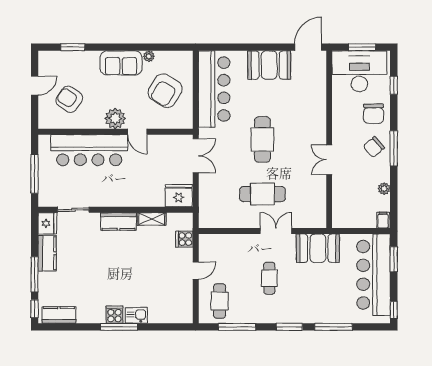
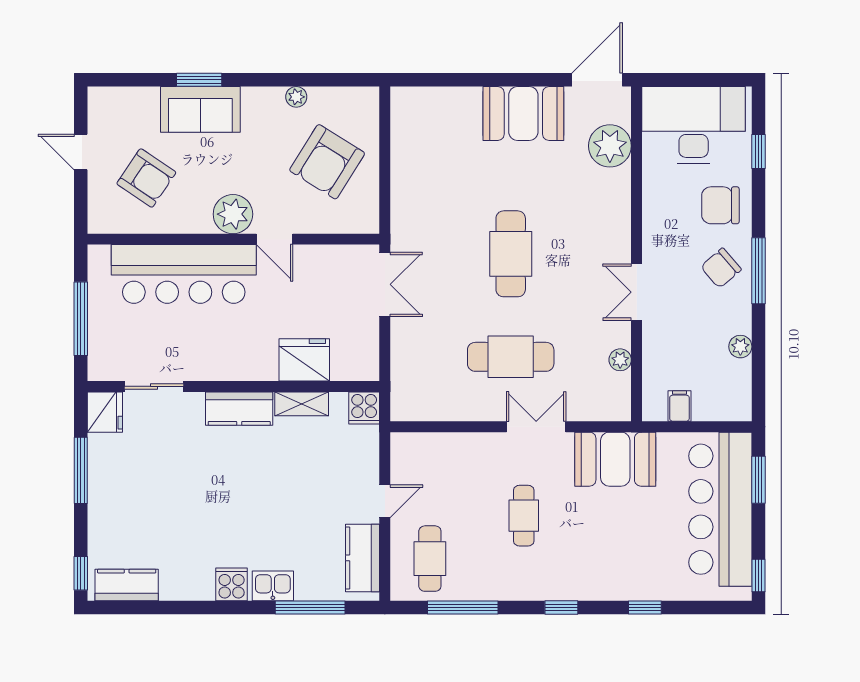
window: (73, 47) -> (199, 80), moved
window: (362, 47) -> (699, 80), removed
sofa: (121, 63) -> (200, 109), moved
plant: (315, 82) -> (610, 146), added
door: (35, 86) -> (81, 152), swing flipped
bar counter: (214, 89) -> (420, 159), removed
armchair: (69, 99) -> (146, 178), turned 180
chair: (374, 114) -> (720, 205), turned 90
fridge: (179, 196) -> (304, 360), moved
plant: (320, 196) -> (620, 360), added
filing cabinet: (383, 220) -> (679, 406), moved
cooker: (184, 239) -> (364, 408), moved, turned -90
kitchen counter: (47, 253) -> (362, 558), moved, turned 180
window: (35, 274) -> (81, 470), moved
window: (119, 327) -> (310, 607), moved
window: (289, 327) -> (561, 607), width x0.67
window: (334, 327) -> (645, 607), width x0.46

